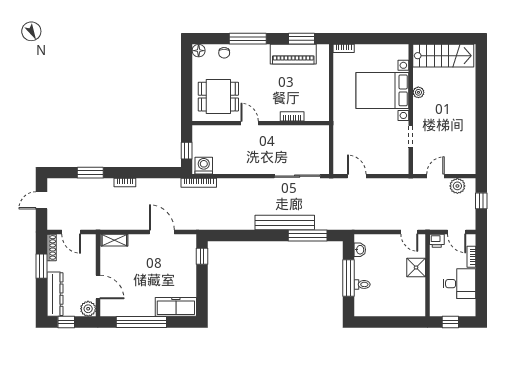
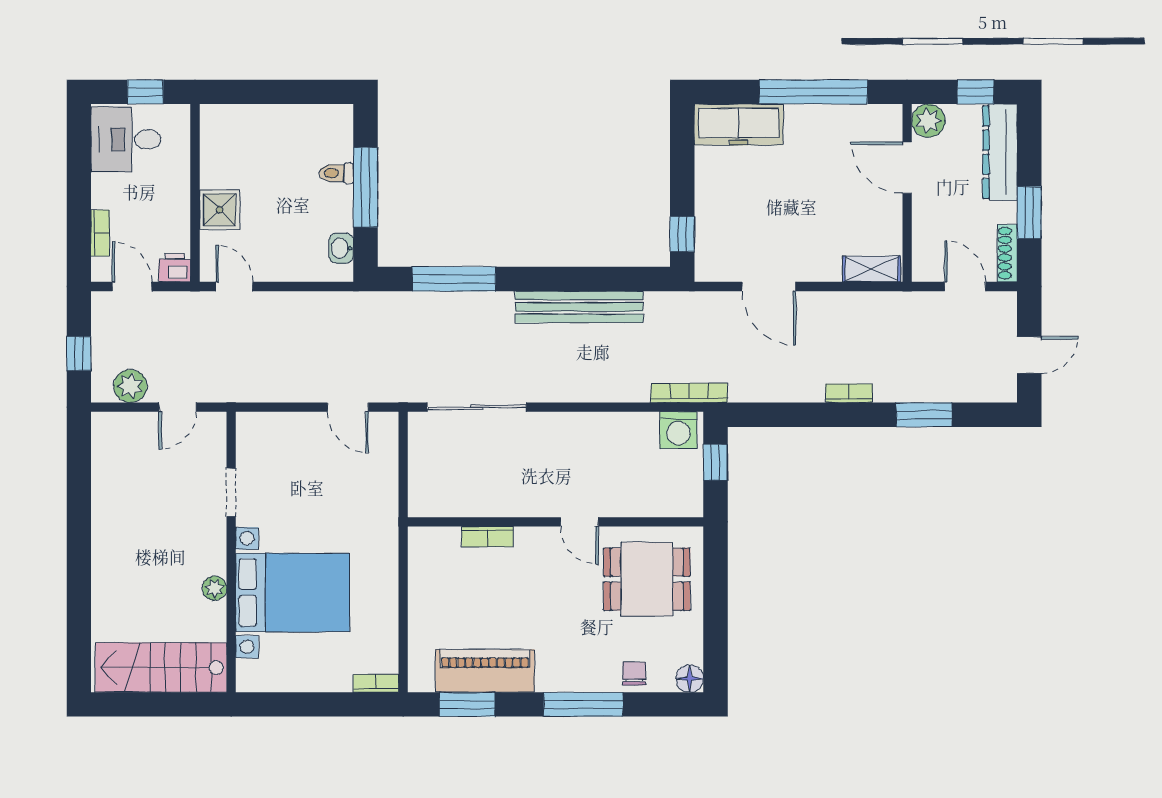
bench: (285, 223) -> (579, 307), moved
desk: (459, 284) -> (126, 139), moved

